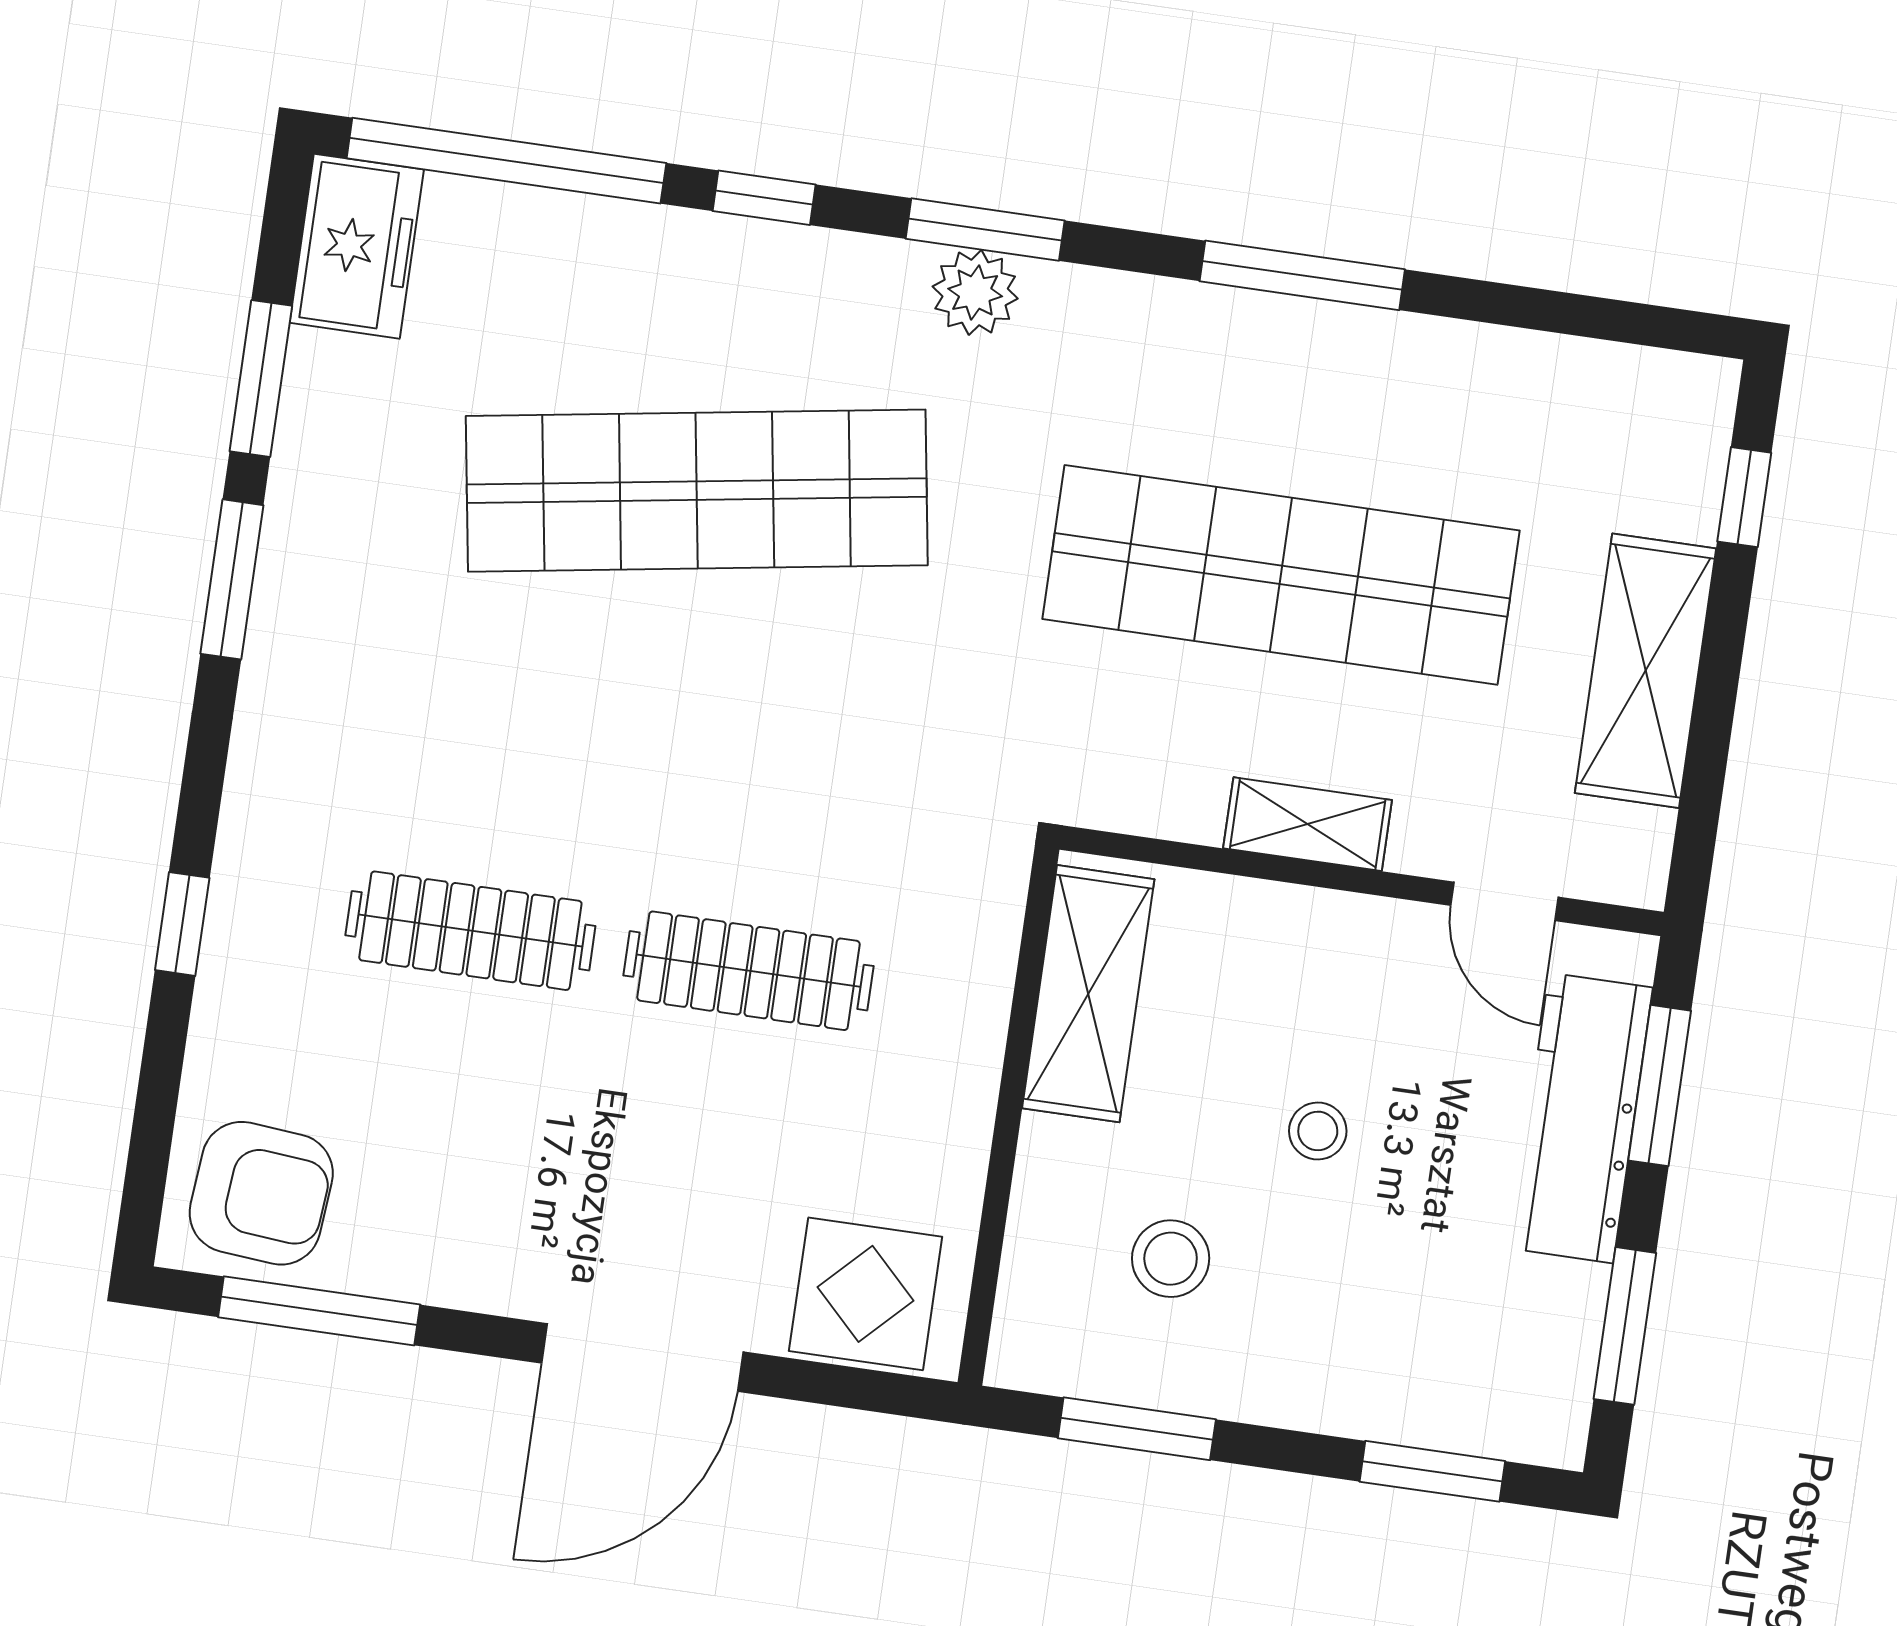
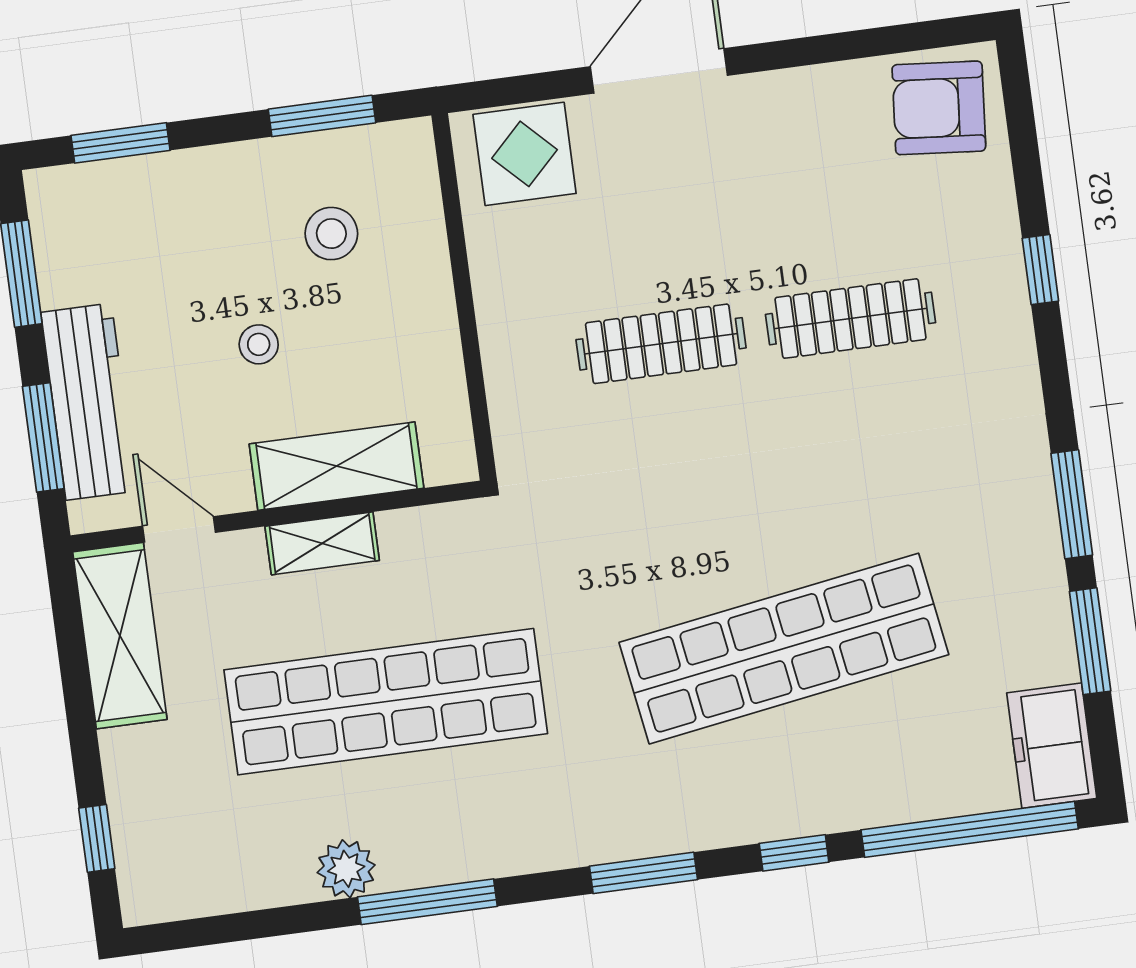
plant: (975, 292) -> (346, 869), moved
shelving: (1646, 671) -> (120, 636), moved
shelving: (1088, 994) -> (336, 466), moved, turned 90
window: (319, 1311) -> (879, 42), removed

